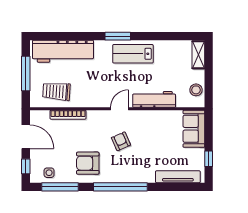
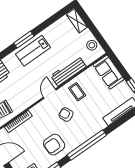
window: (118, 36) -> (24, 40), moved
coffee table: (148, 126) -> (77, 92), added

